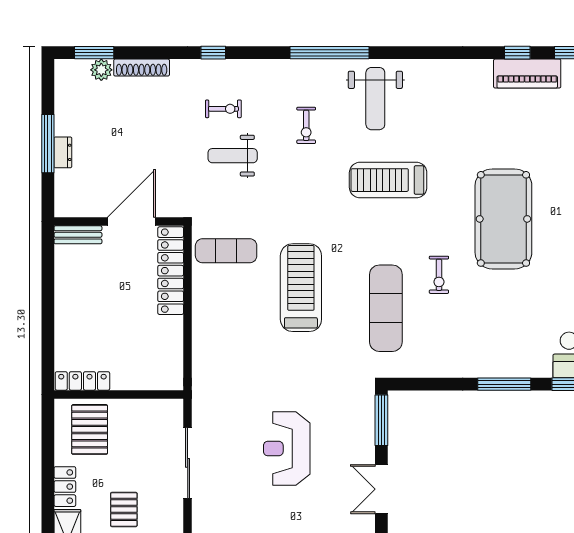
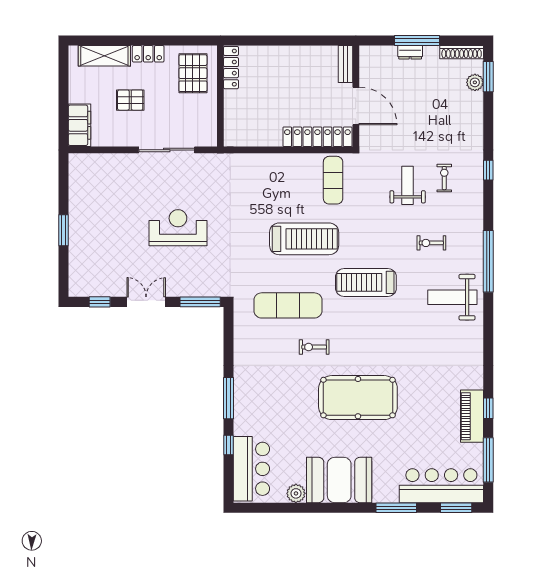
shoe rack: (142, 68) -> (462, 52), moved, turned -90
exercise bike: (223, 109) -> (444, 178), turned 180
treadmill: (388, 180) -> (366, 282), moved, turned -90
pallet: (90, 429) -> (193, 73), turned 90

